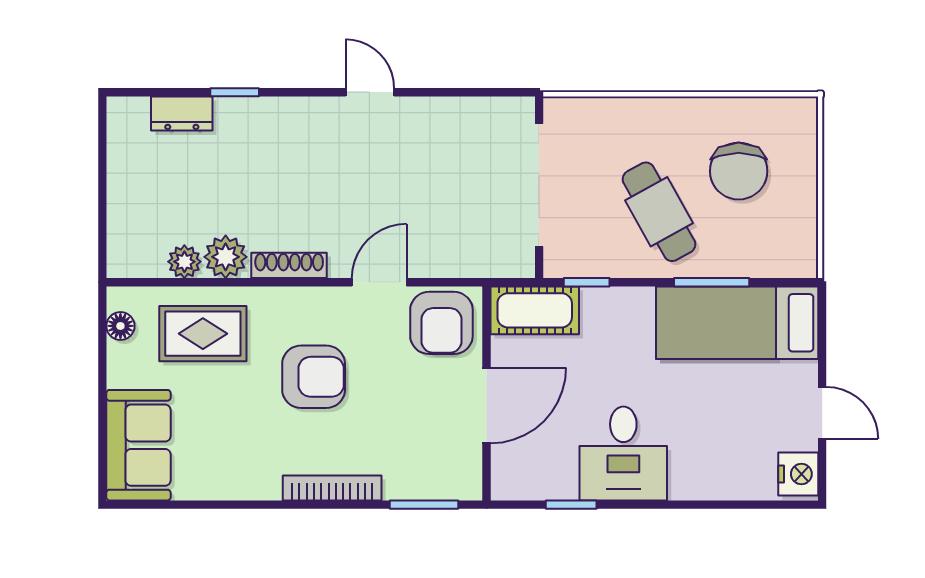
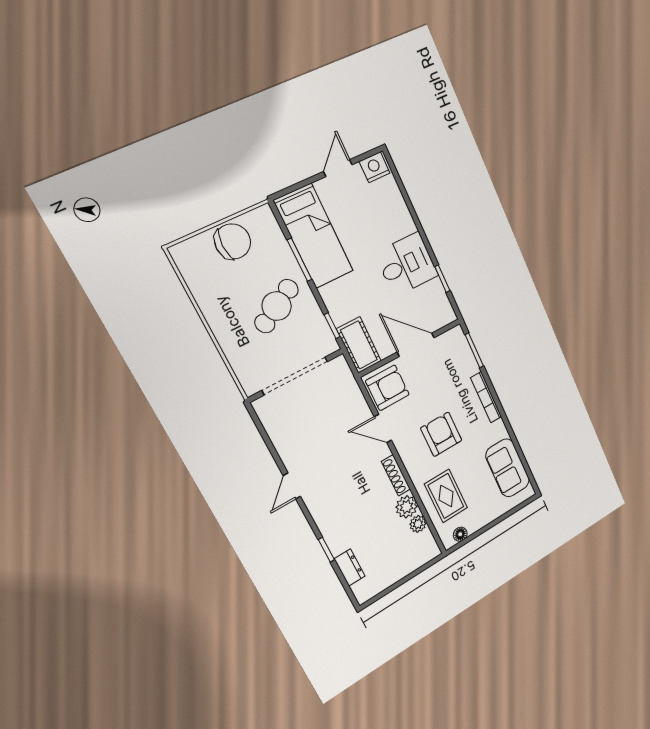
chair: (739, 171) -> (233, 241), moved
sofa: (138, 445) -> (508, 468), moved, turned -90

